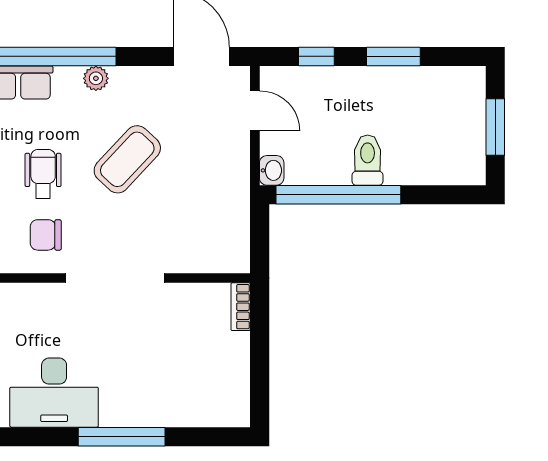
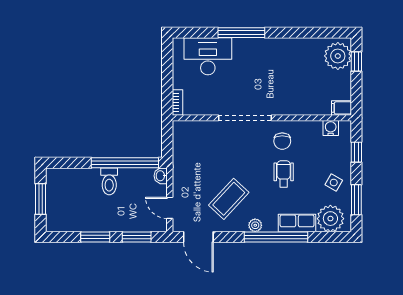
window: (316, 56) -> (137, 237), width x1.50
coffee table: (127, 159) -> (229, 199), moved
wheelchair: (43, 174) -> (284, 174), turned 180
chair: (46, 235) -> (282, 141), turned 90
desk: (54, 393) -> (208, 56), moved

